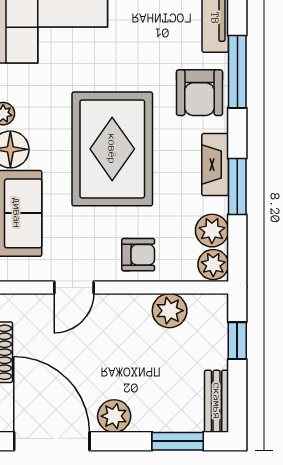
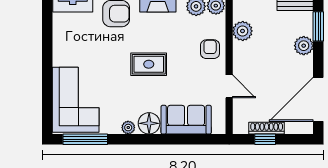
rug: (112, 149) -> (149, 64), width x0.54, depth x0.49
plant: (114, 416) -> (304, 46), moved

